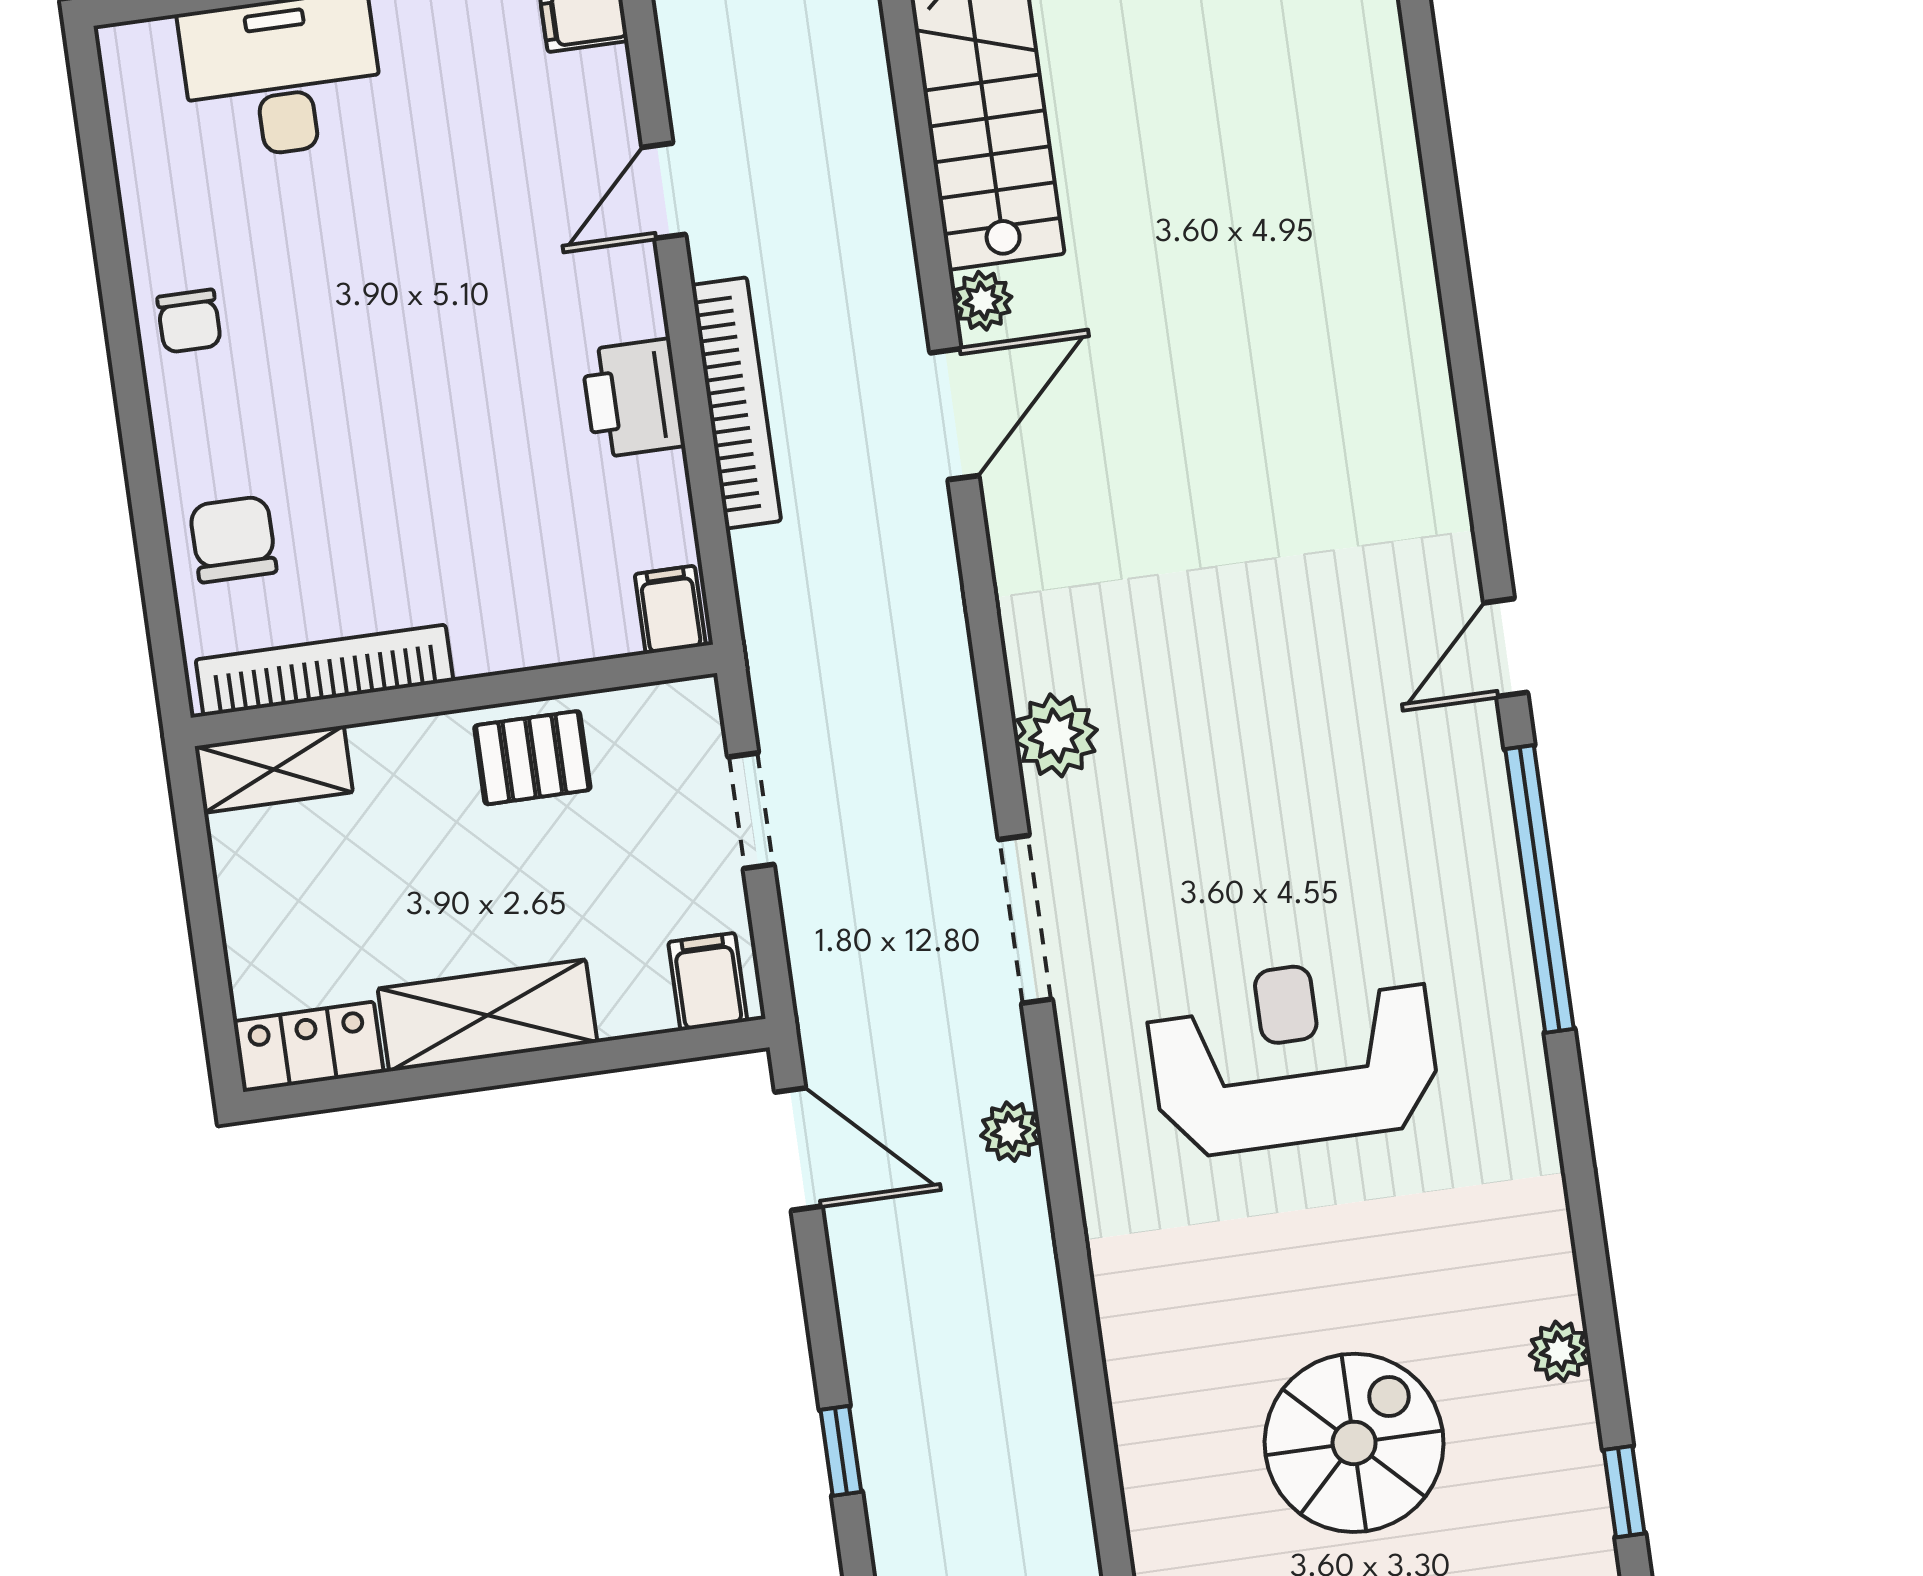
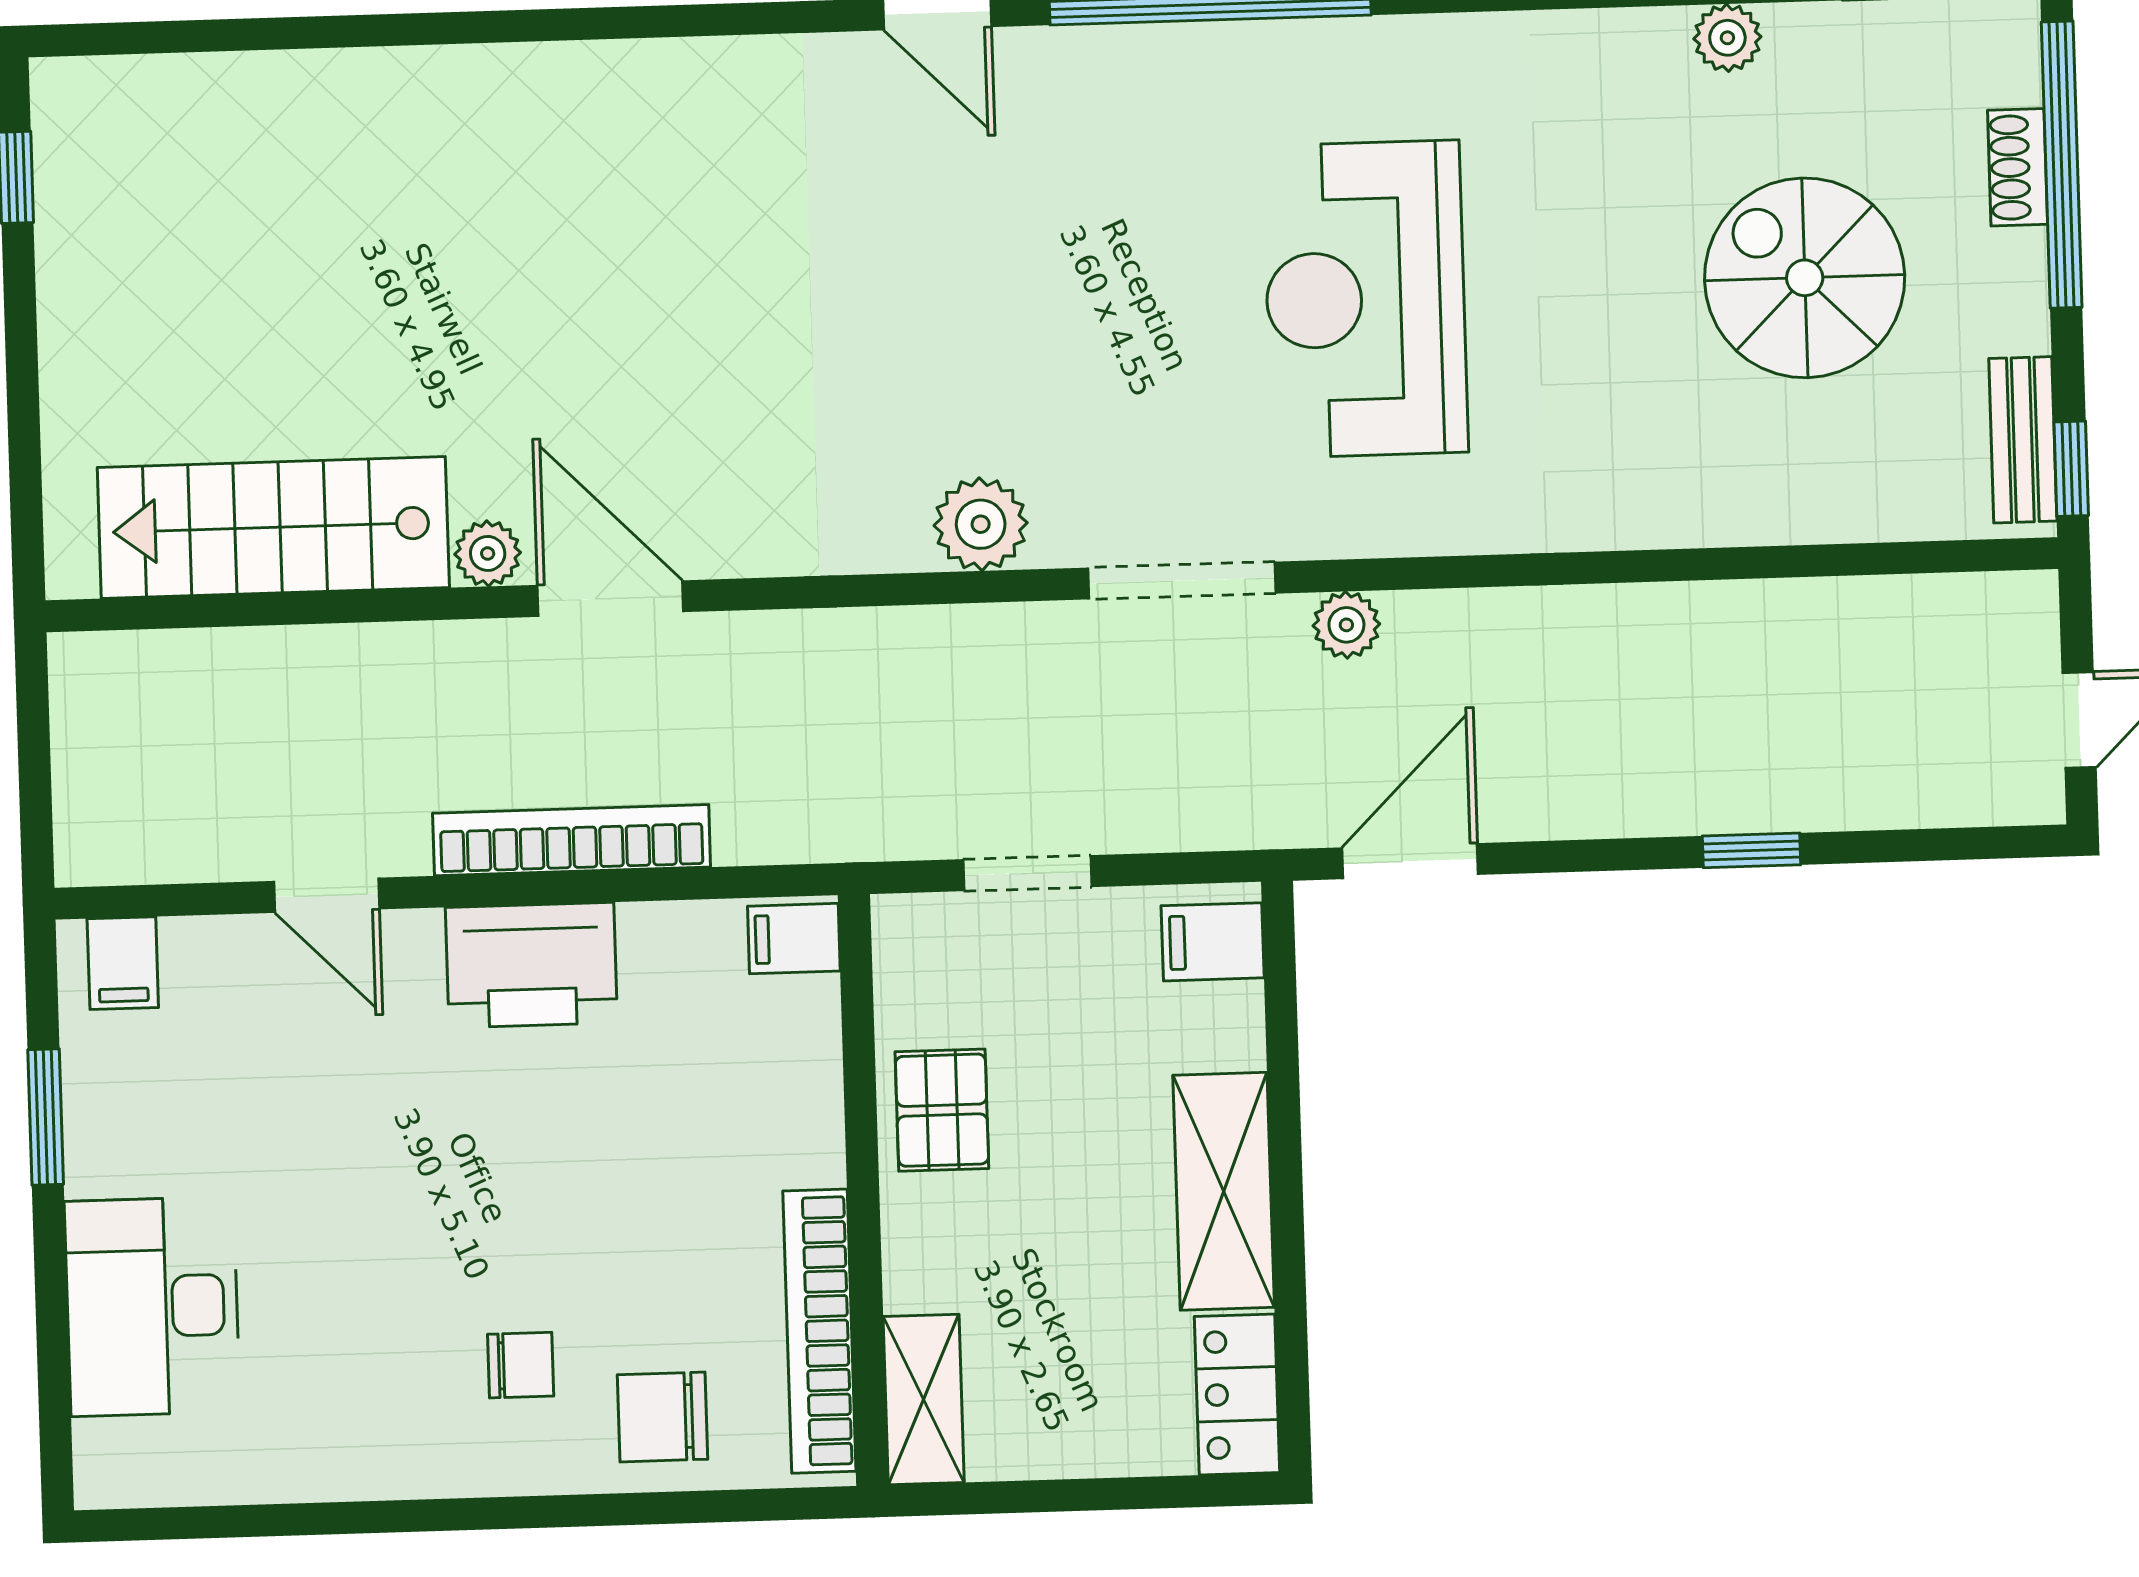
chair: (189, 321) -> (521, 1365), moved
printer: (633, 398) -> (531, 965), width x1.37, depth x1.19
plant: (1011, 1132) -> (1346, 625), moved

